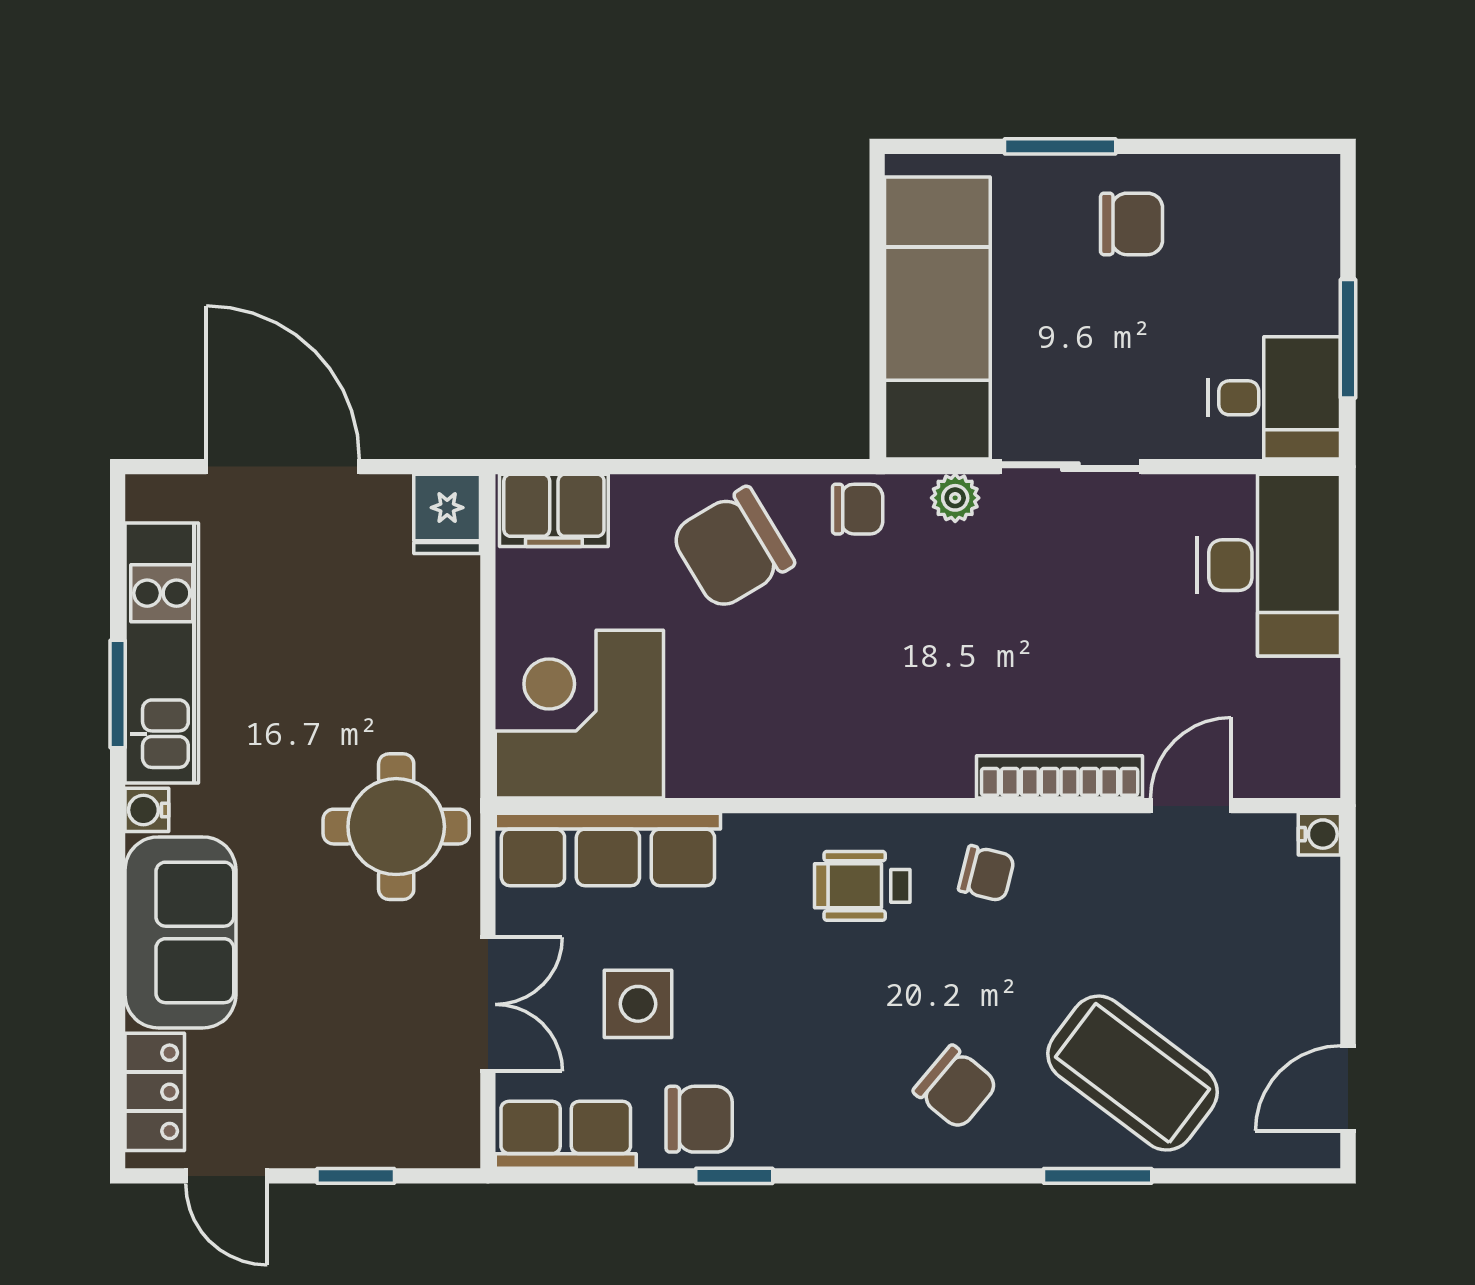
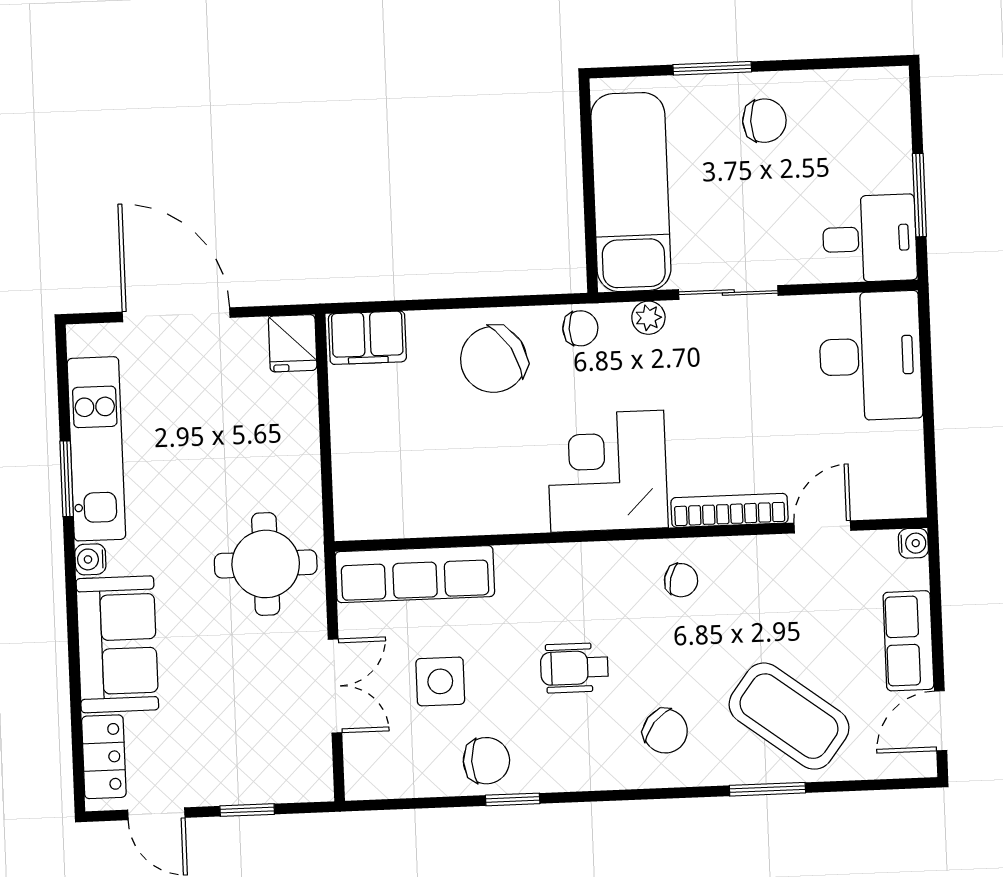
corner desk: (579, 714) -> (607, 471), moved
wheelchair: (862, 886) -> (574, 668), moved
row of seats: (566, 1135) -> (908, 641), moved, turned -90

